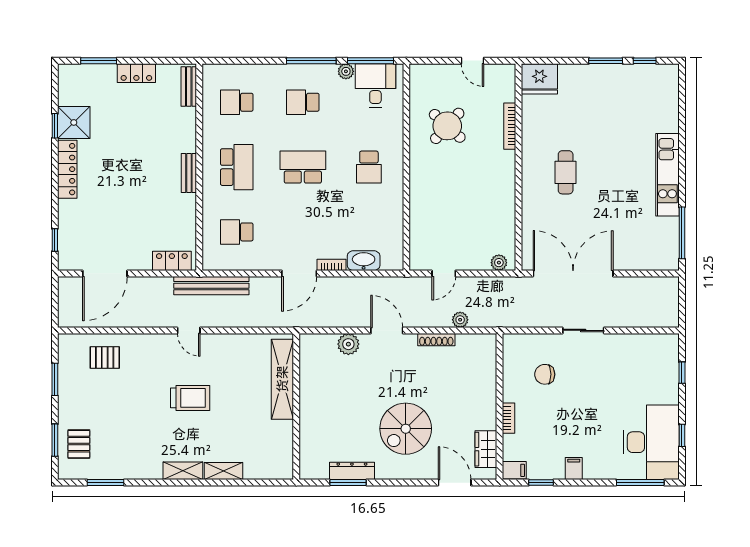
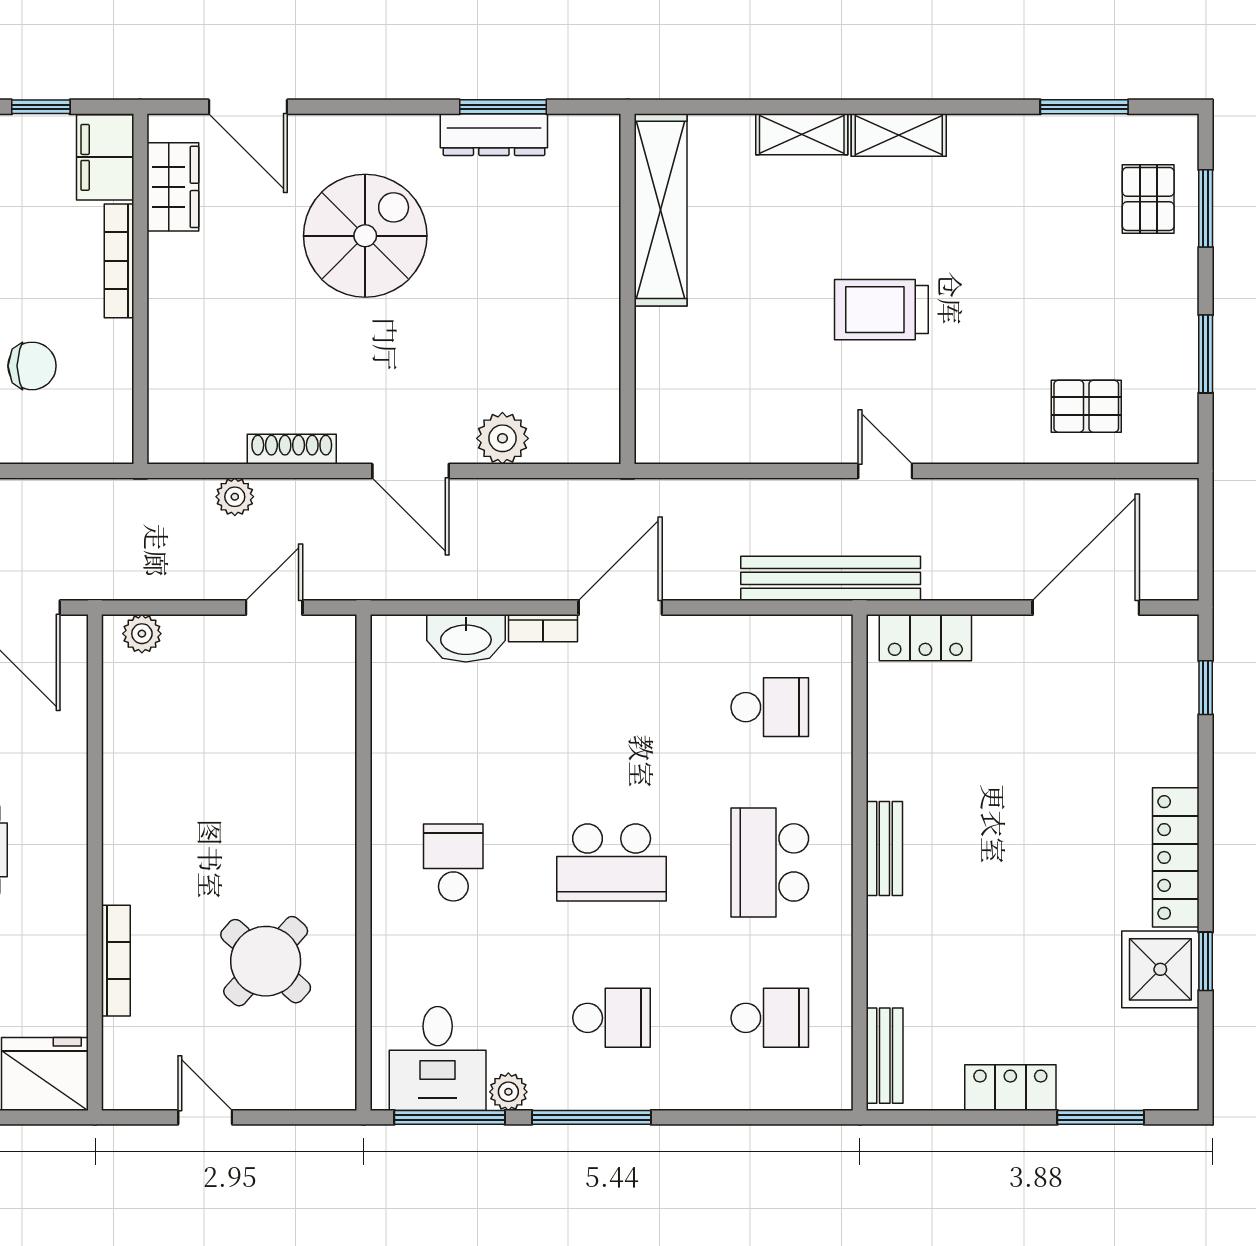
shelving: (282, 379) -> (661, 210), moved
bookcase: (508, 418) -> (119, 261), width x1.56
filing cabinet: (514, 470) -> (105, 157), width x2.00

